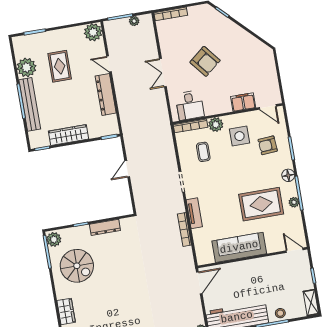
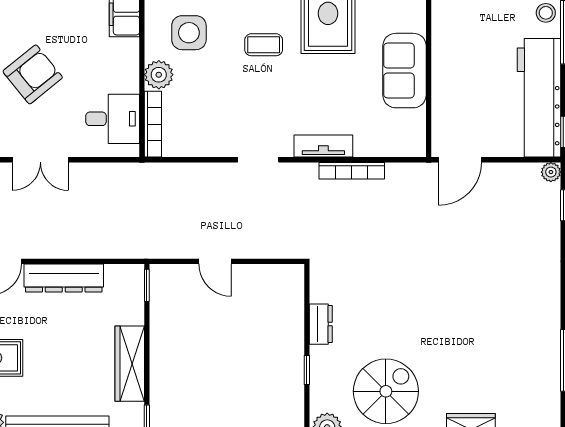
coffee table: (203, 152) -> (264, 45), moved
dresser: (105, 227) -> (321, 324), width x0.70
sofa: (239, 247) -> (405, 71), width x0.73
door: (199, 283) -> (460, 160), swing flipped

